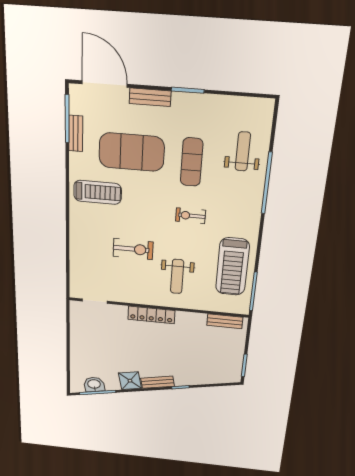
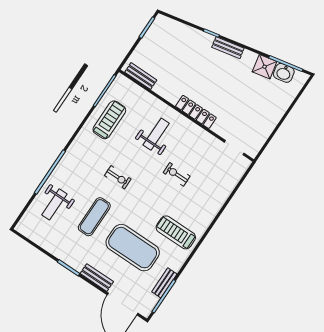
exercise bike: (133, 249) -> (177, 174), width x0.73, depth x0.72
treadmill: (232, 267) -> (109, 120), width x0.73, depth x0.73
shower: (130, 381) -> (265, 67), moved

